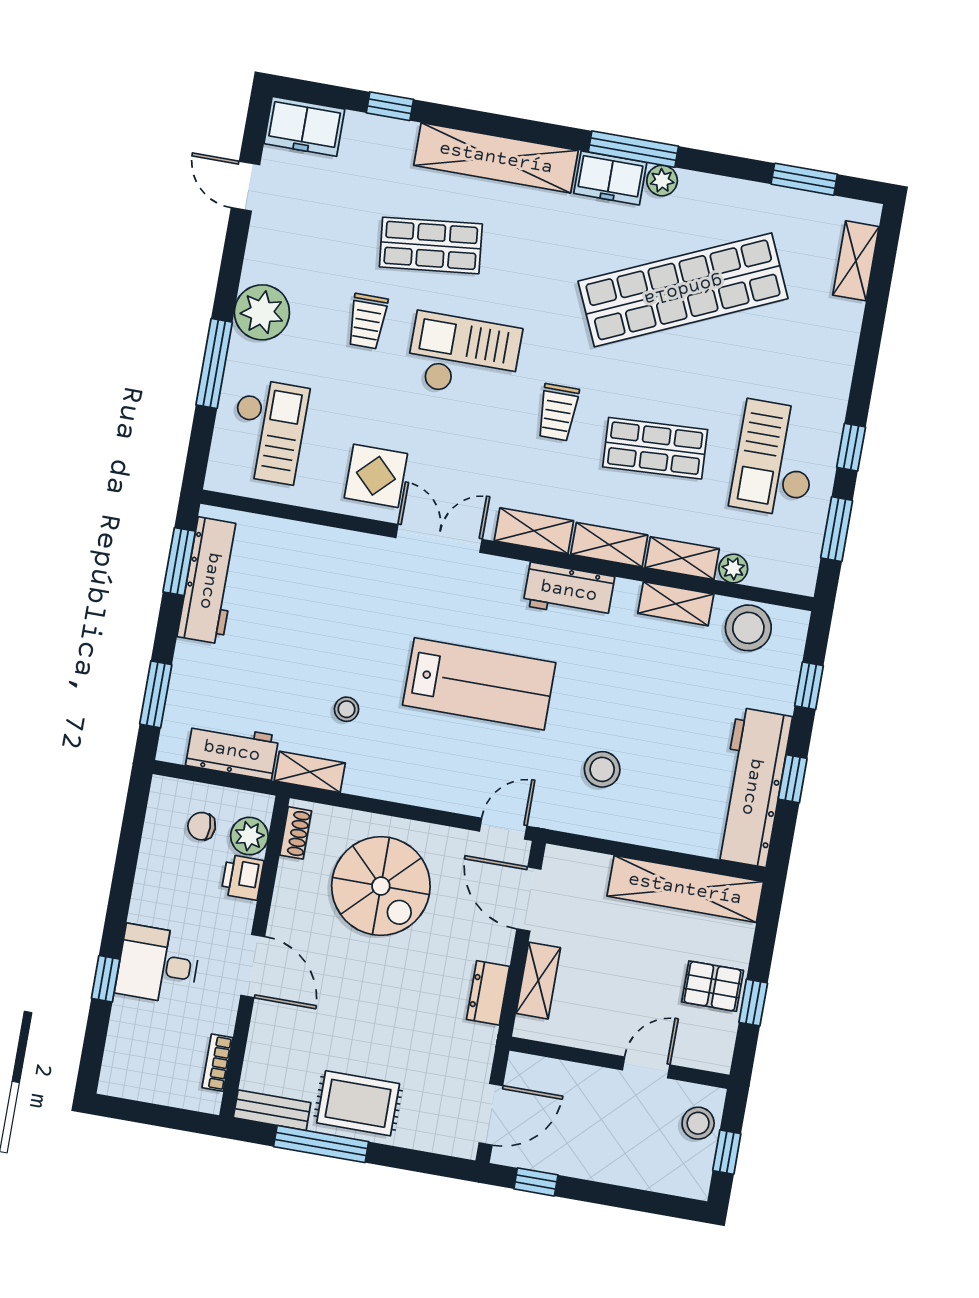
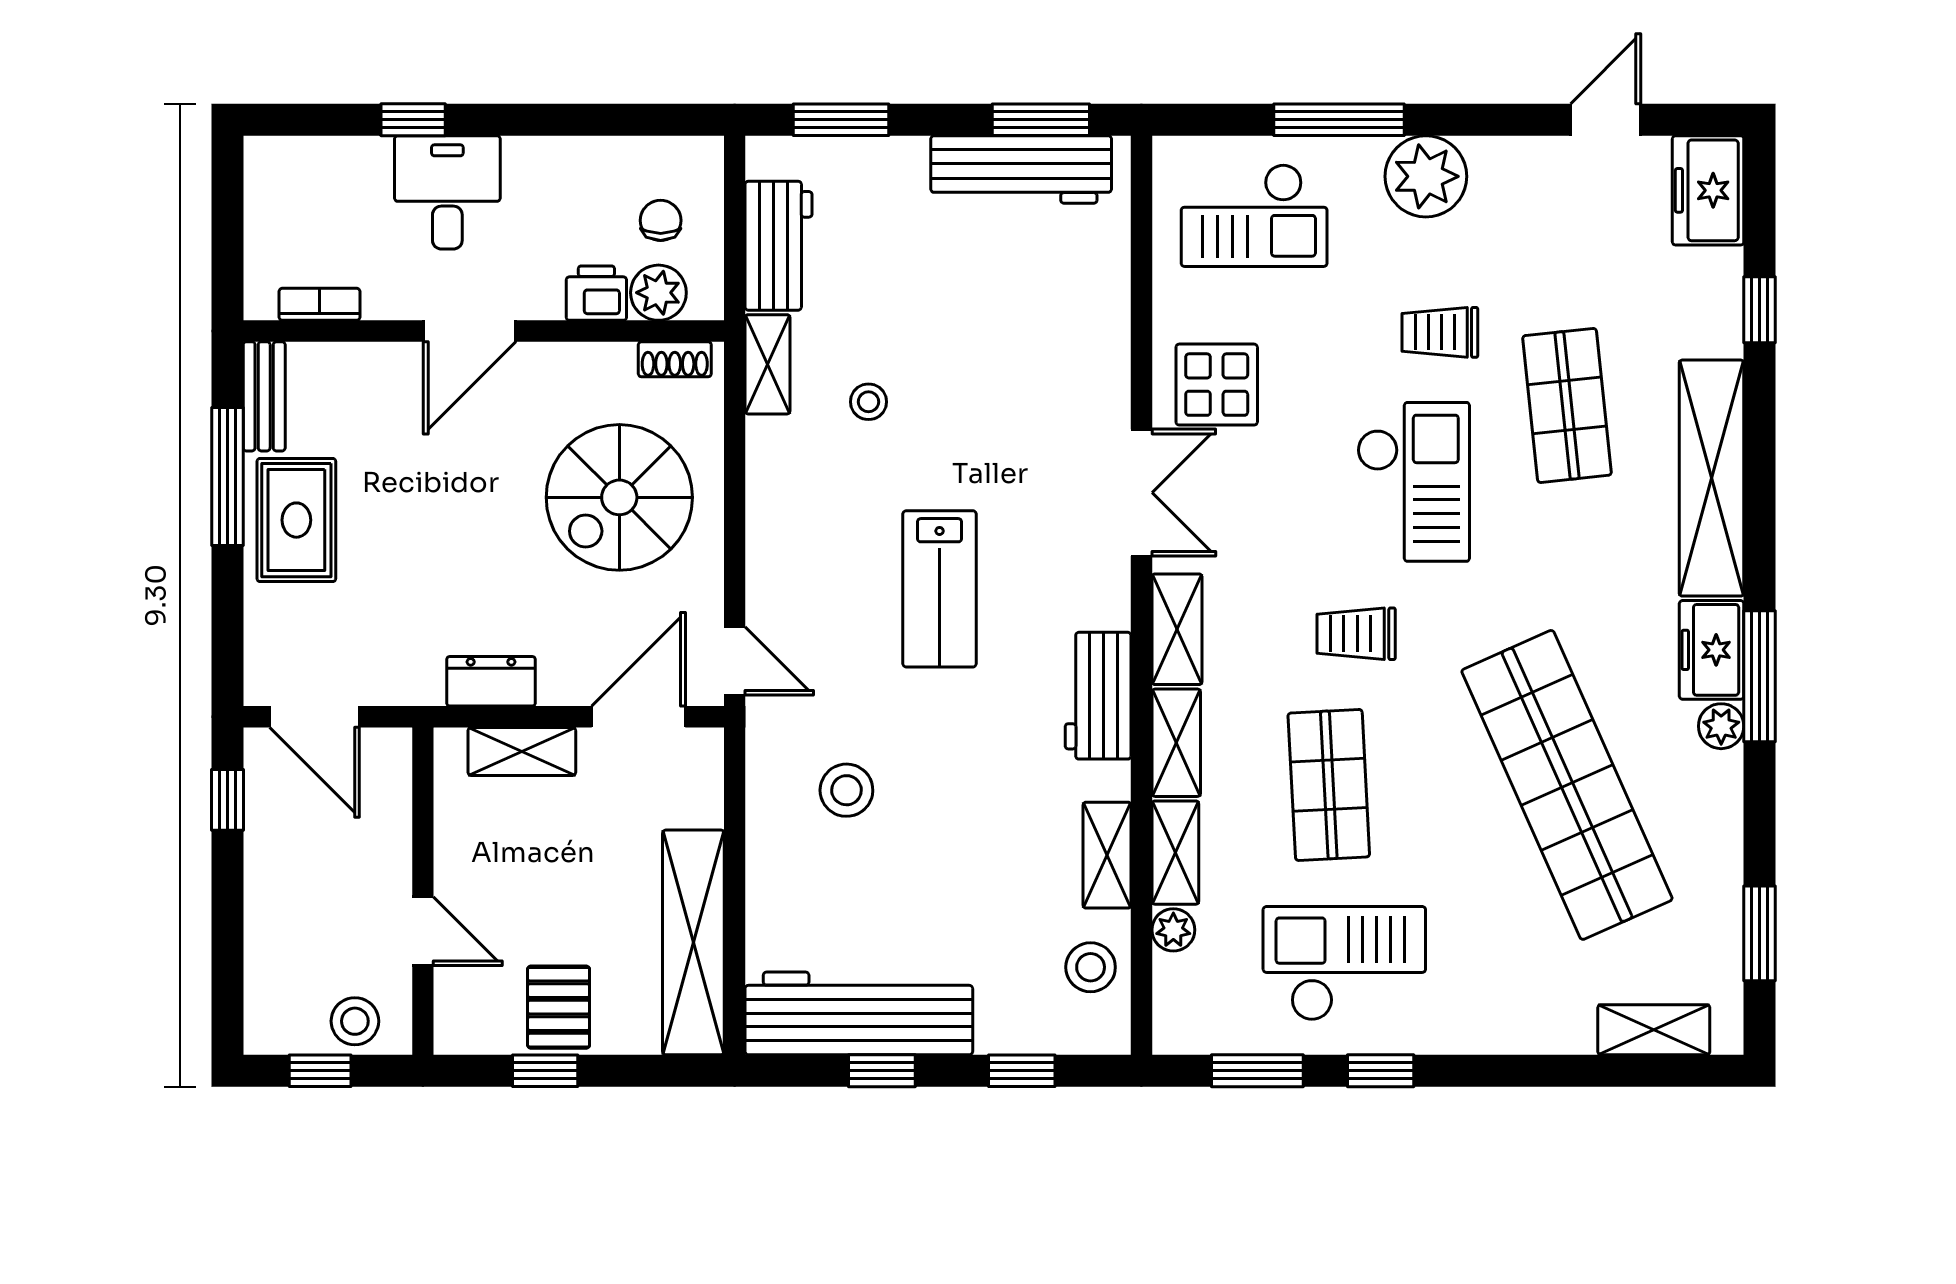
stool: (748, 628) -> (1091, 967), width x0.73, depth x0.73
lab bench: (479, 684) -> (940, 589), width x0.73, depth x0.72

